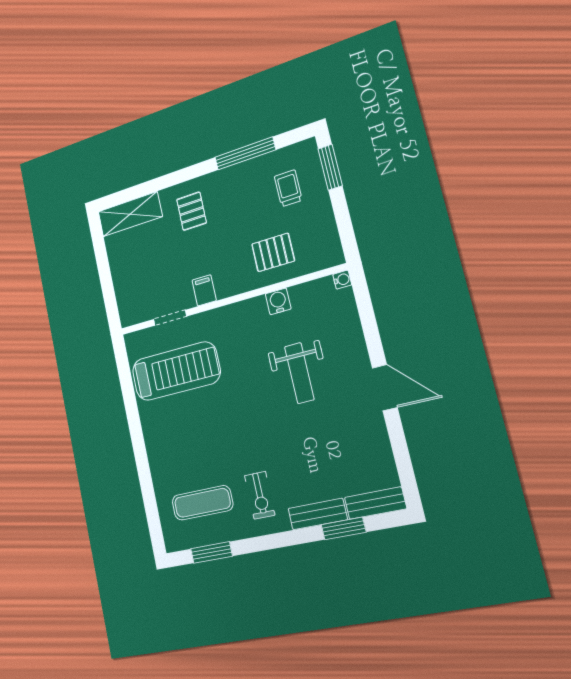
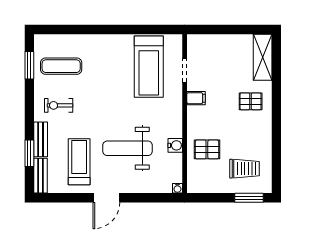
window: (245, 154) -> (276, 146), removed
trolley: (288, 188) -> (245, 169), width x1.36, depth x1.39
pallet: (273, 252) -> (207, 149), turned 90
weight bench: (299, 373) -> (128, 148), width x1.36, depth x1.33
treadmill: (338, 445) -> (79, 162), added
exercise mat: (202, 503) -> (61, 66), turned 90

